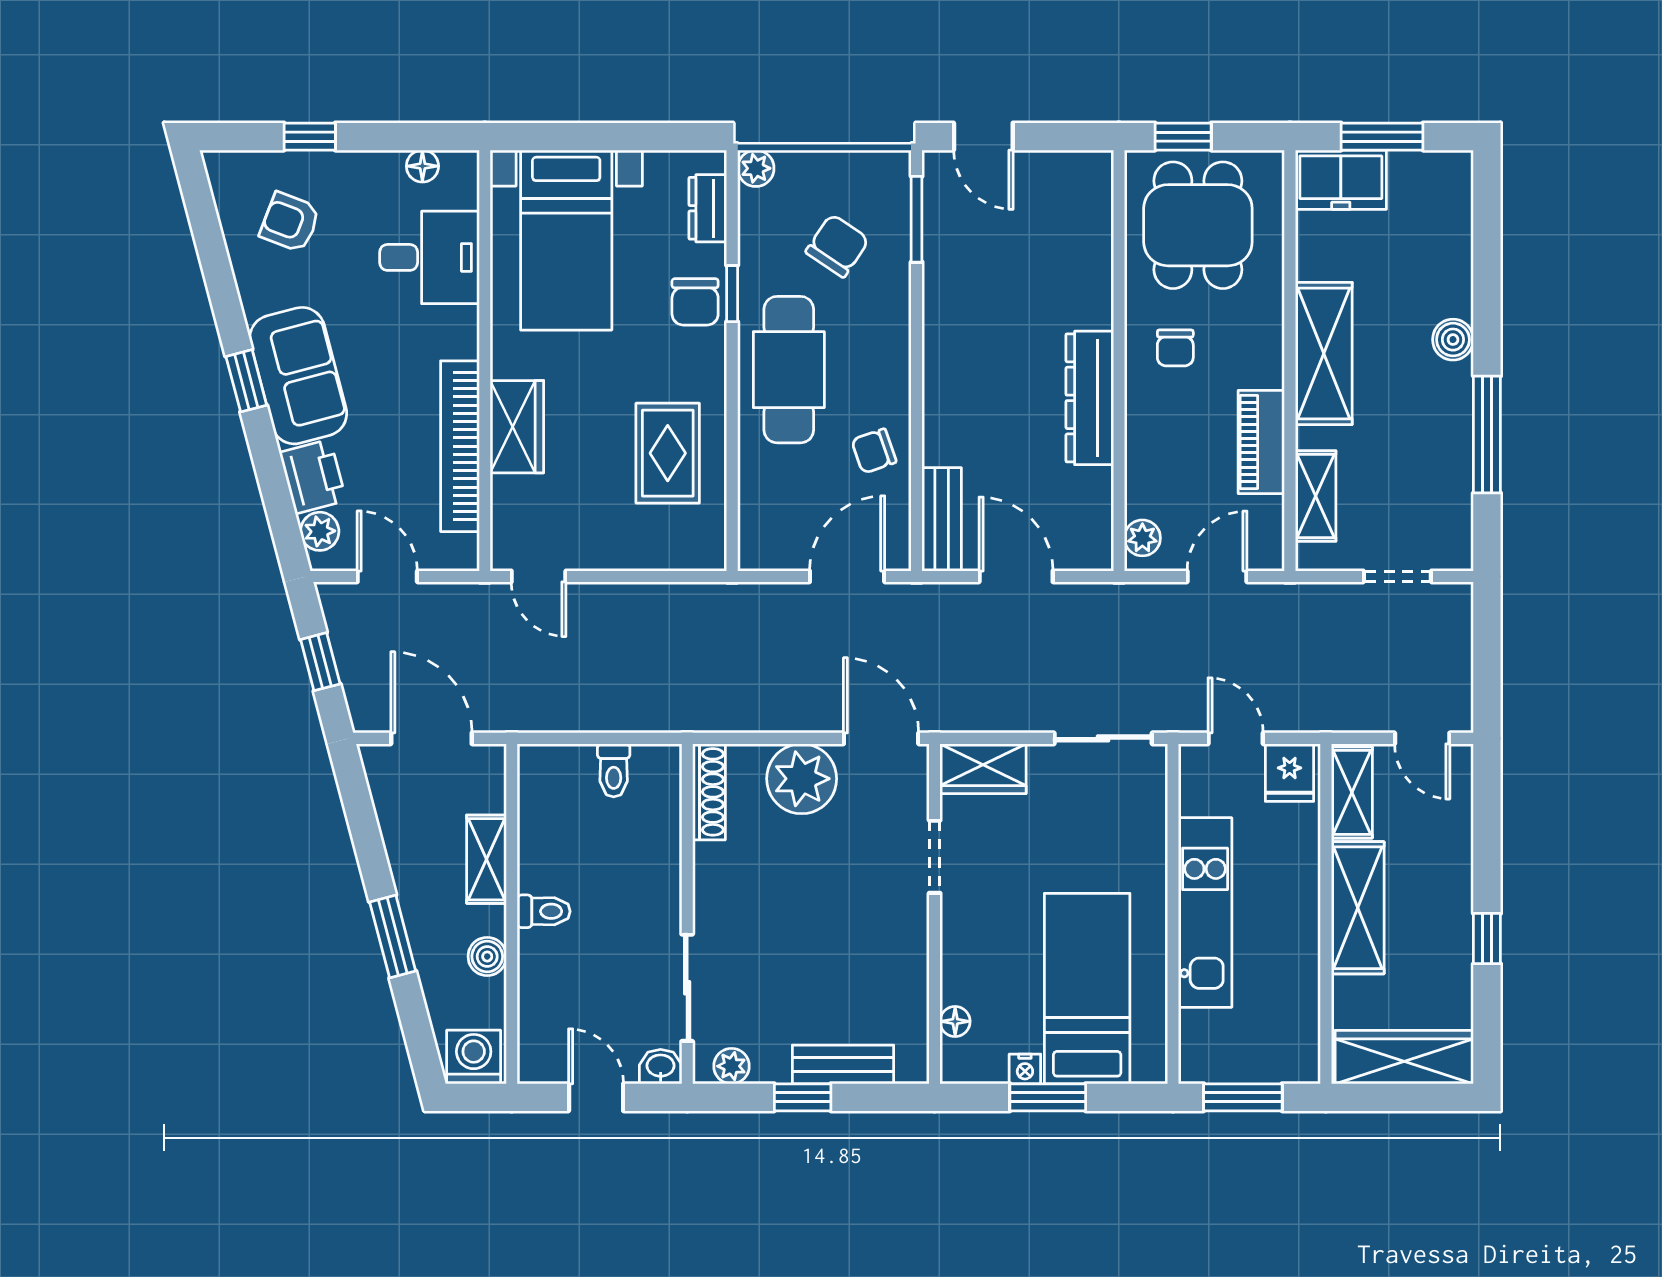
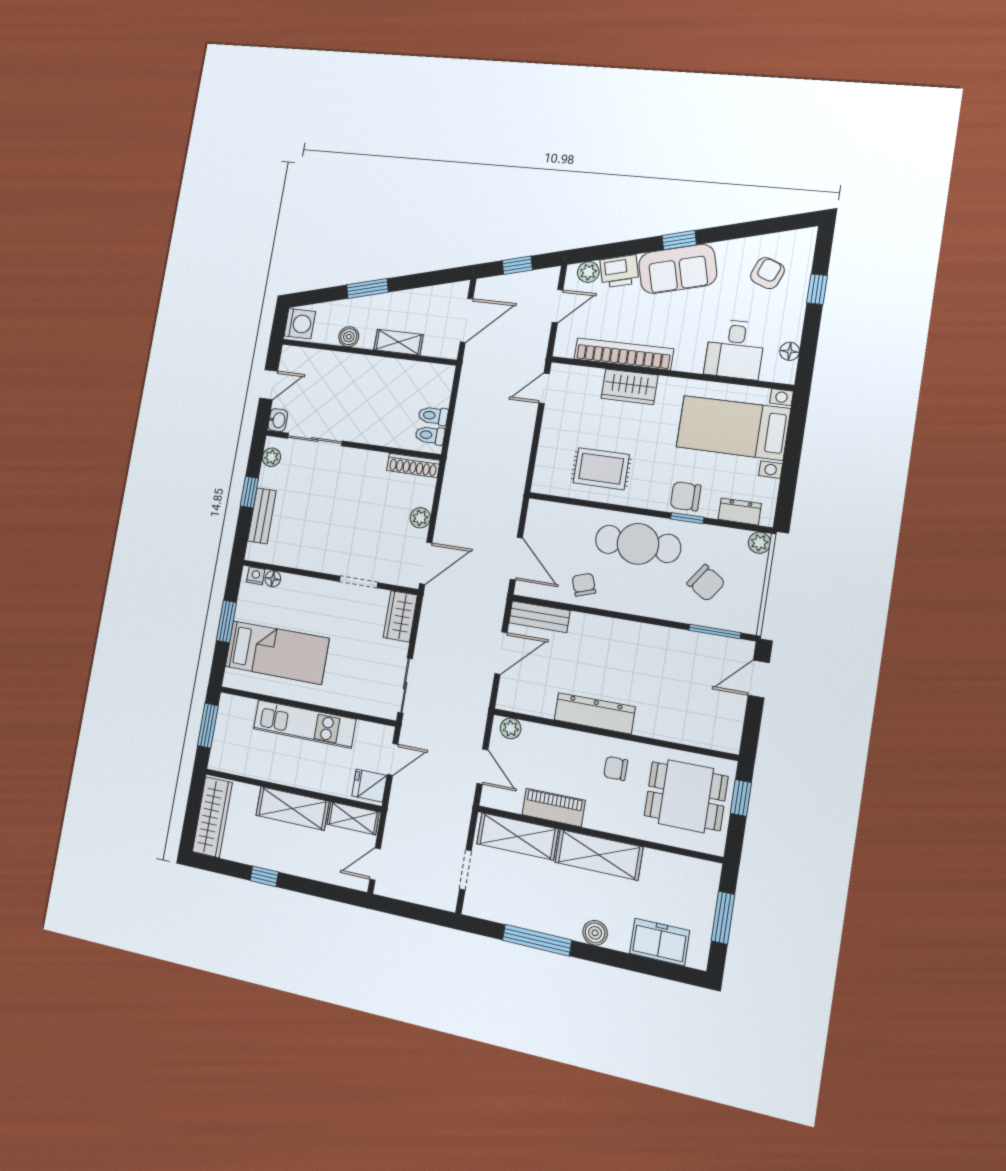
freezer: (1341, 180) -> (660, 942), moved, turned 90
shelving: (1316, 496) -> (517, 836), width x1.50, depth x1.33
plant: (802, 779) -> (420, 518), width x0.53, depth x0.53
toilet: (544, 911) -> (430, 435), moved, turned 90
nightstand: (1025, 1069) -> (256, 576), moved, turned 90

